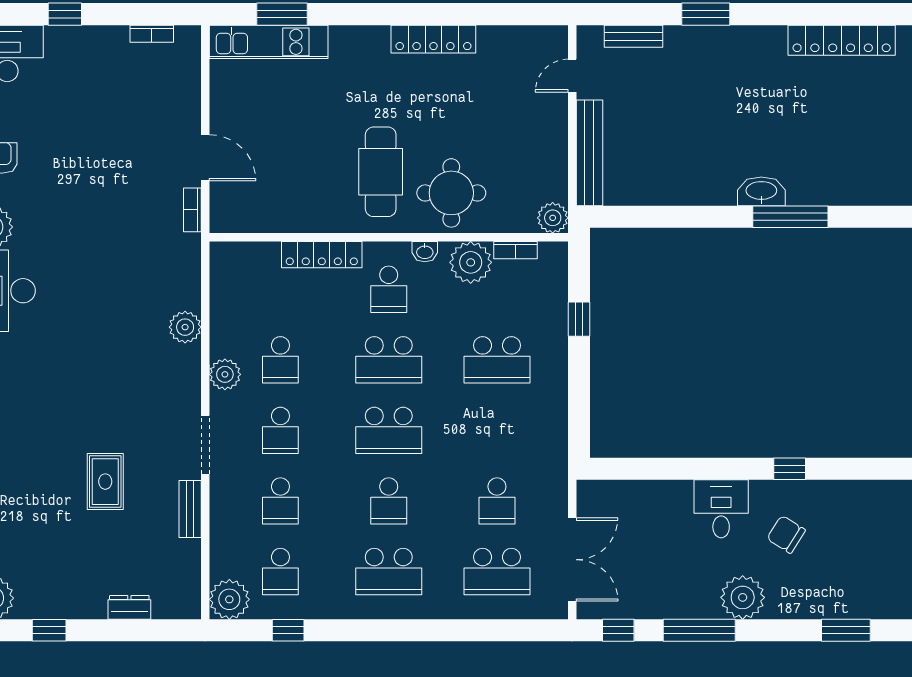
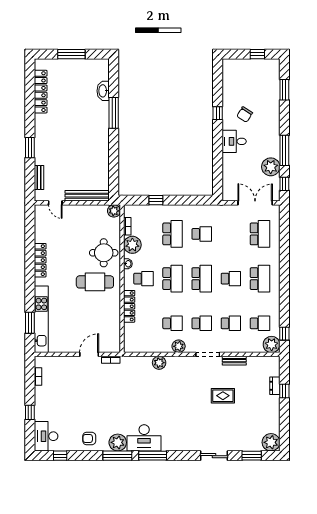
kitchen unit: (269, 42) -> (41, 319), width x1.36
washbasin: (761, 191) -> (103, 91), moved
school desk: (497, 501) -> (202, 234), moved
plant: (743, 597) -> (271, 167), moved
window: (49, 630) -> (284, 391), moved
window: (288, 630) -> (284, 334), moved

